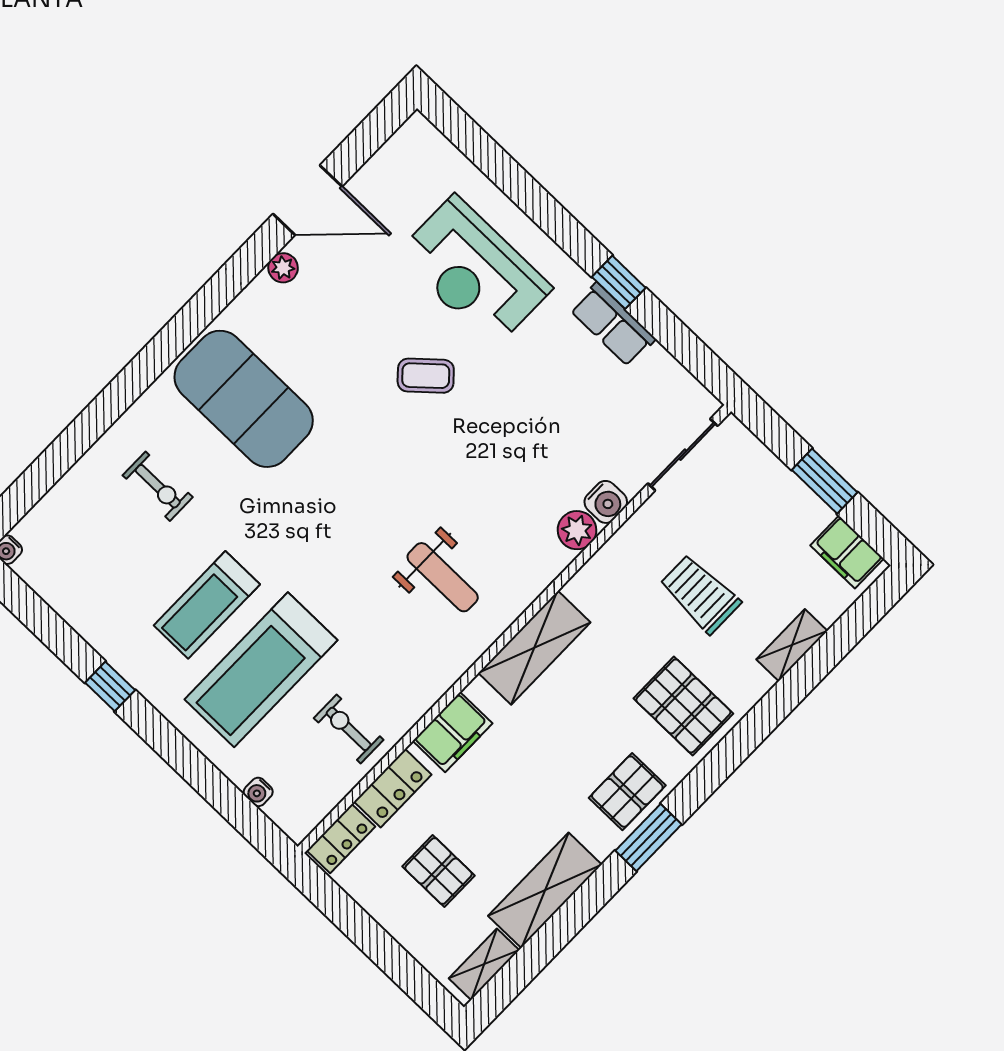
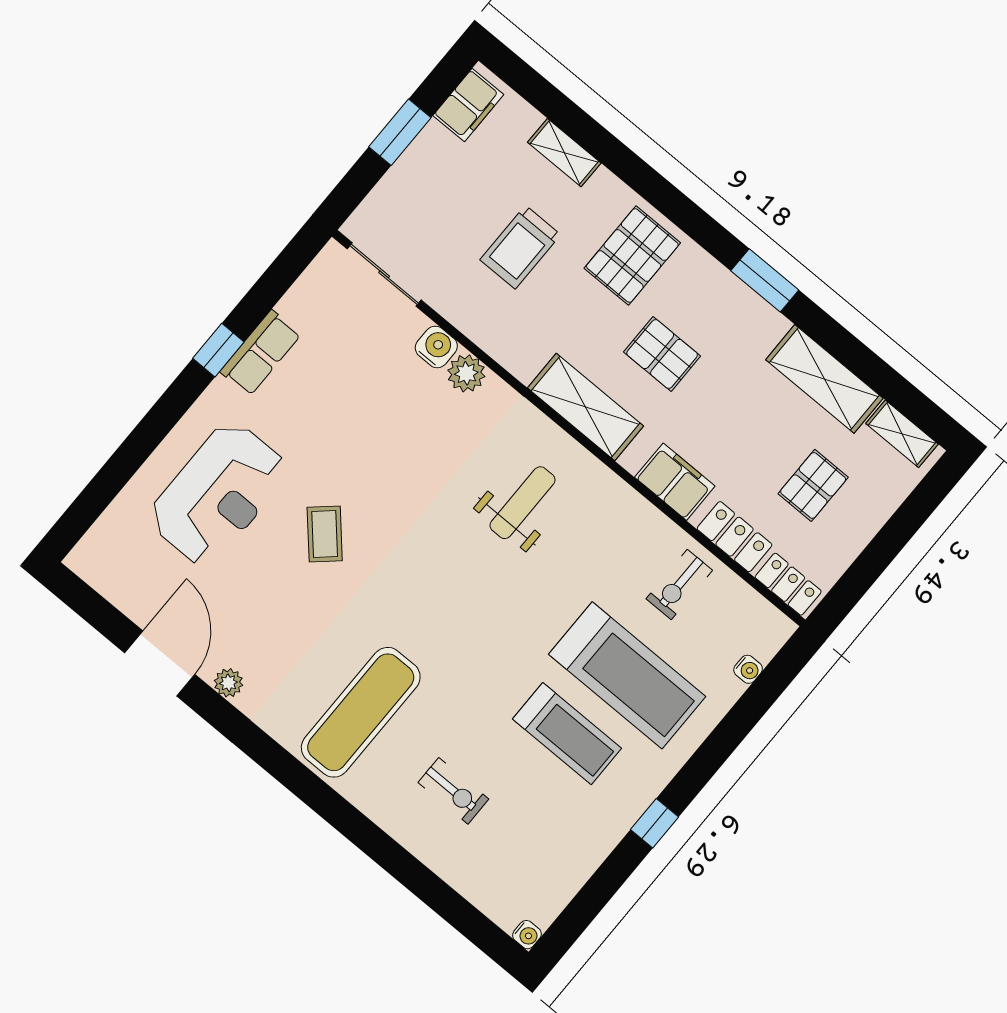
exercise mat: (244, 399) -> (361, 712), width x0.68
exercise bike: (158, 486) -> (453, 791), turned 90
pallet: (627, 792) -> (662, 354), moved

